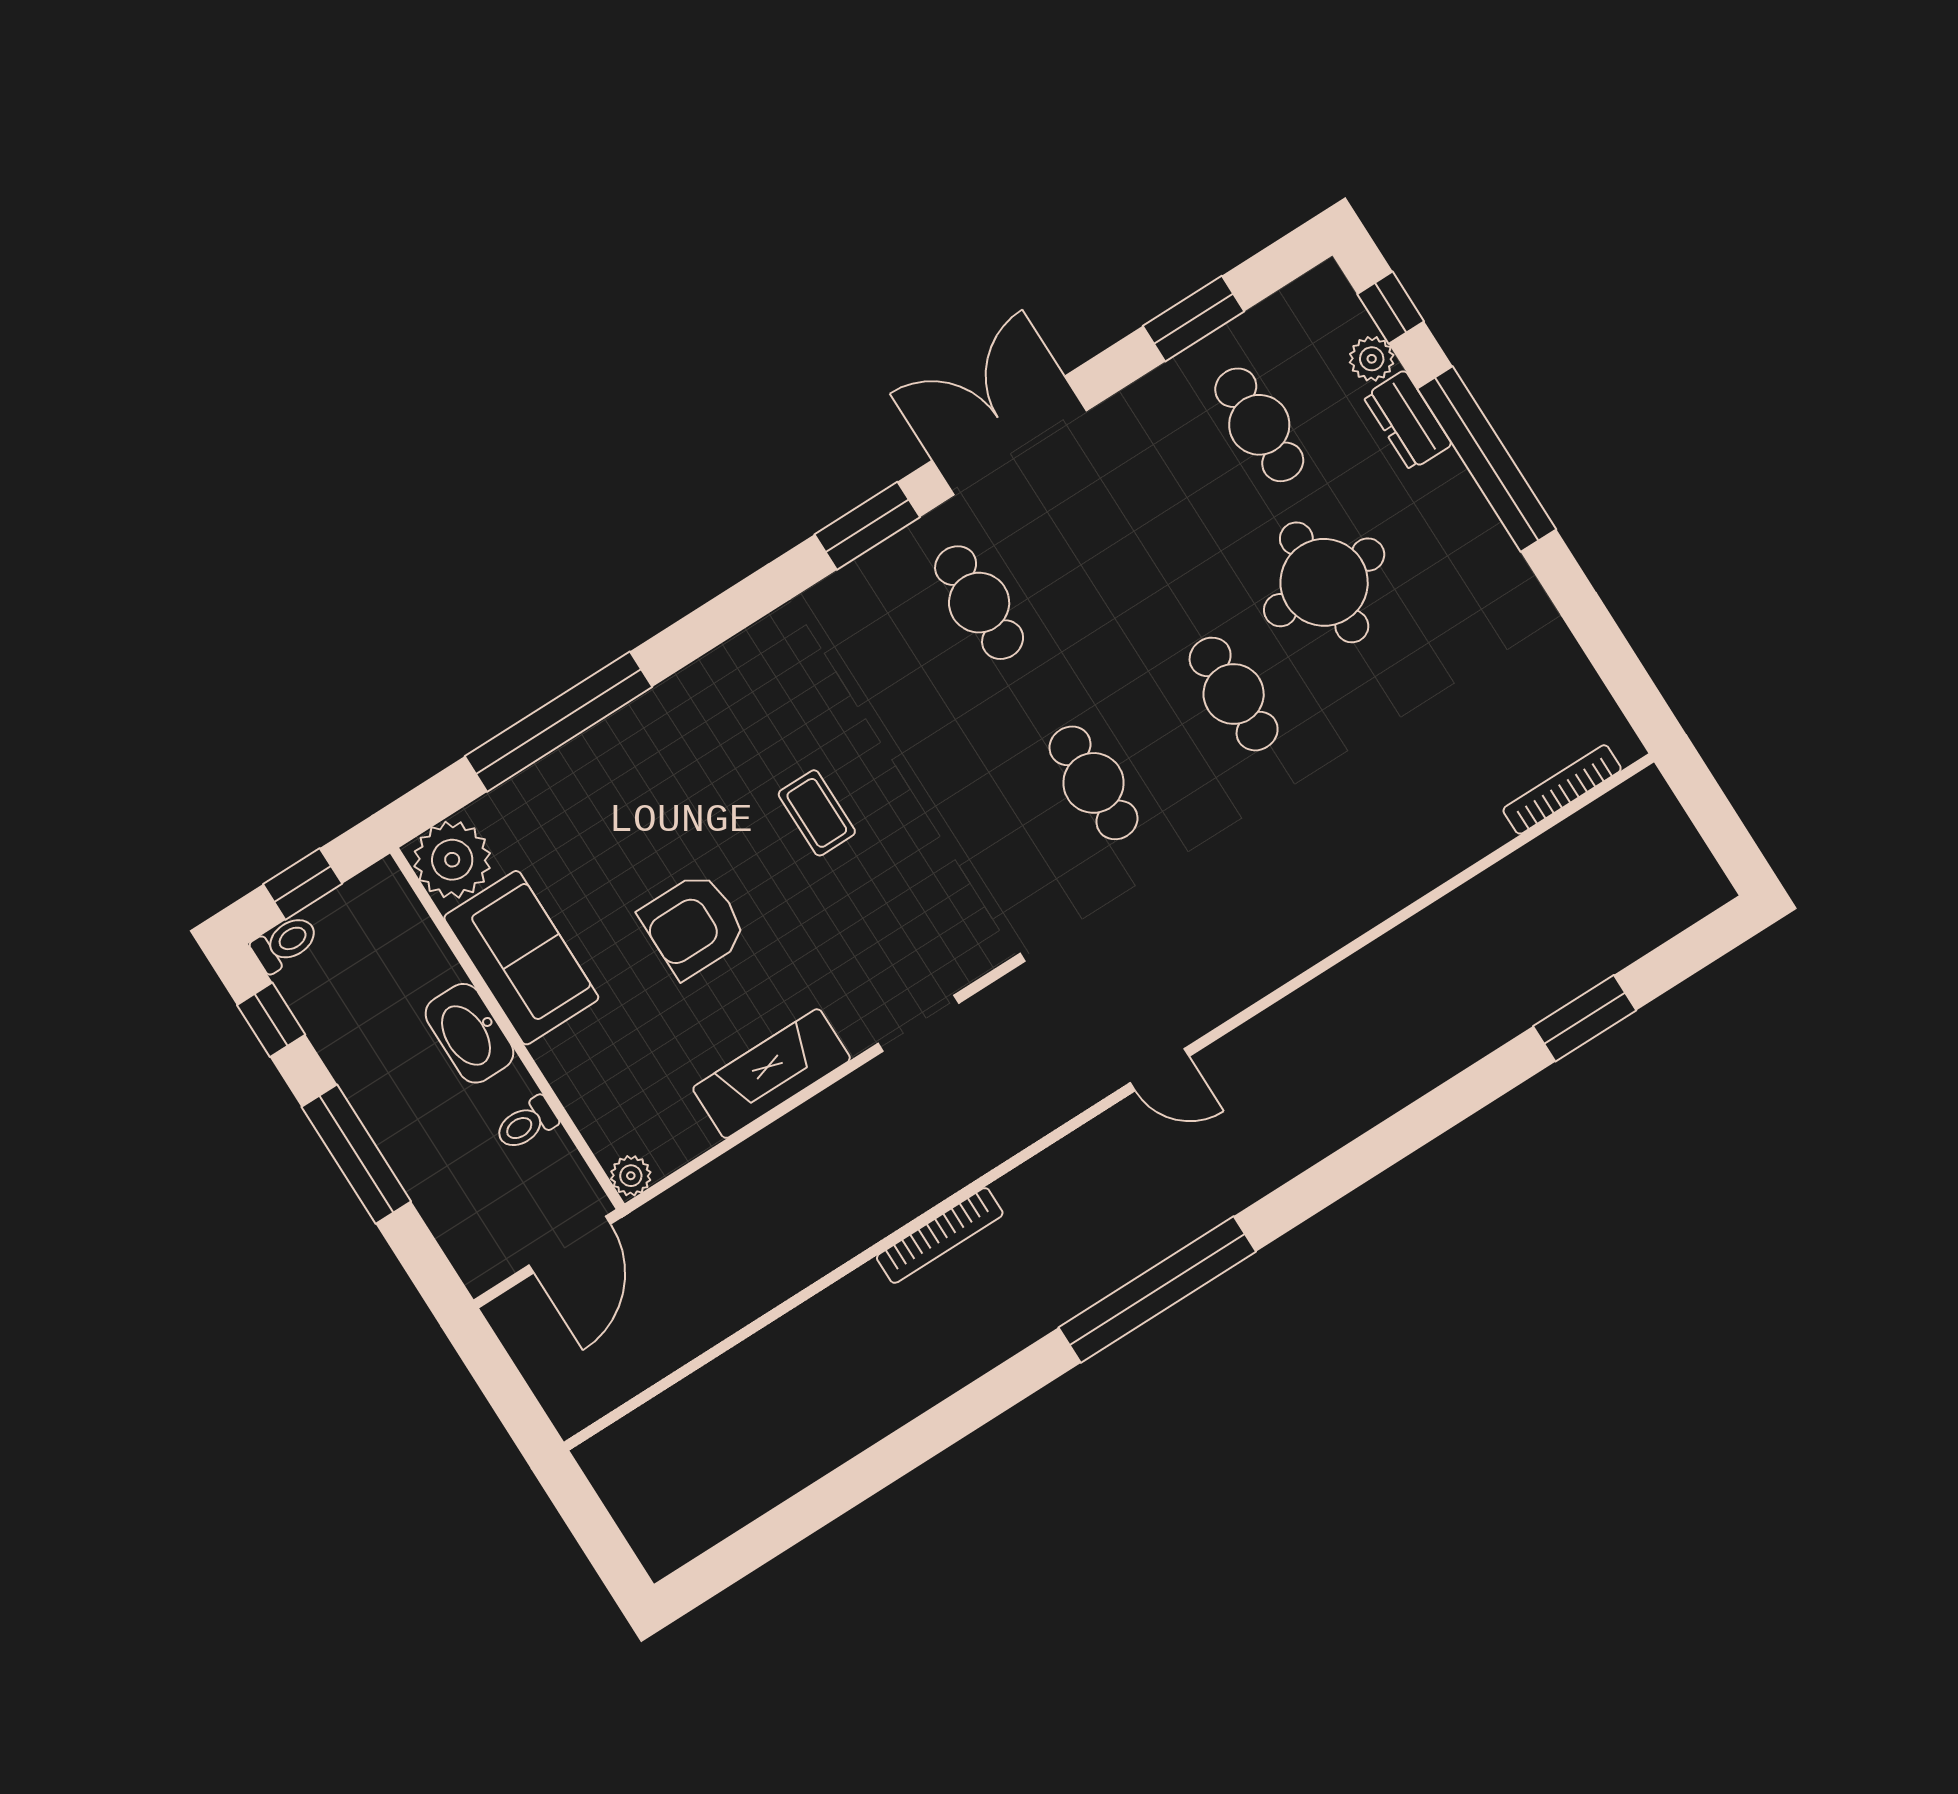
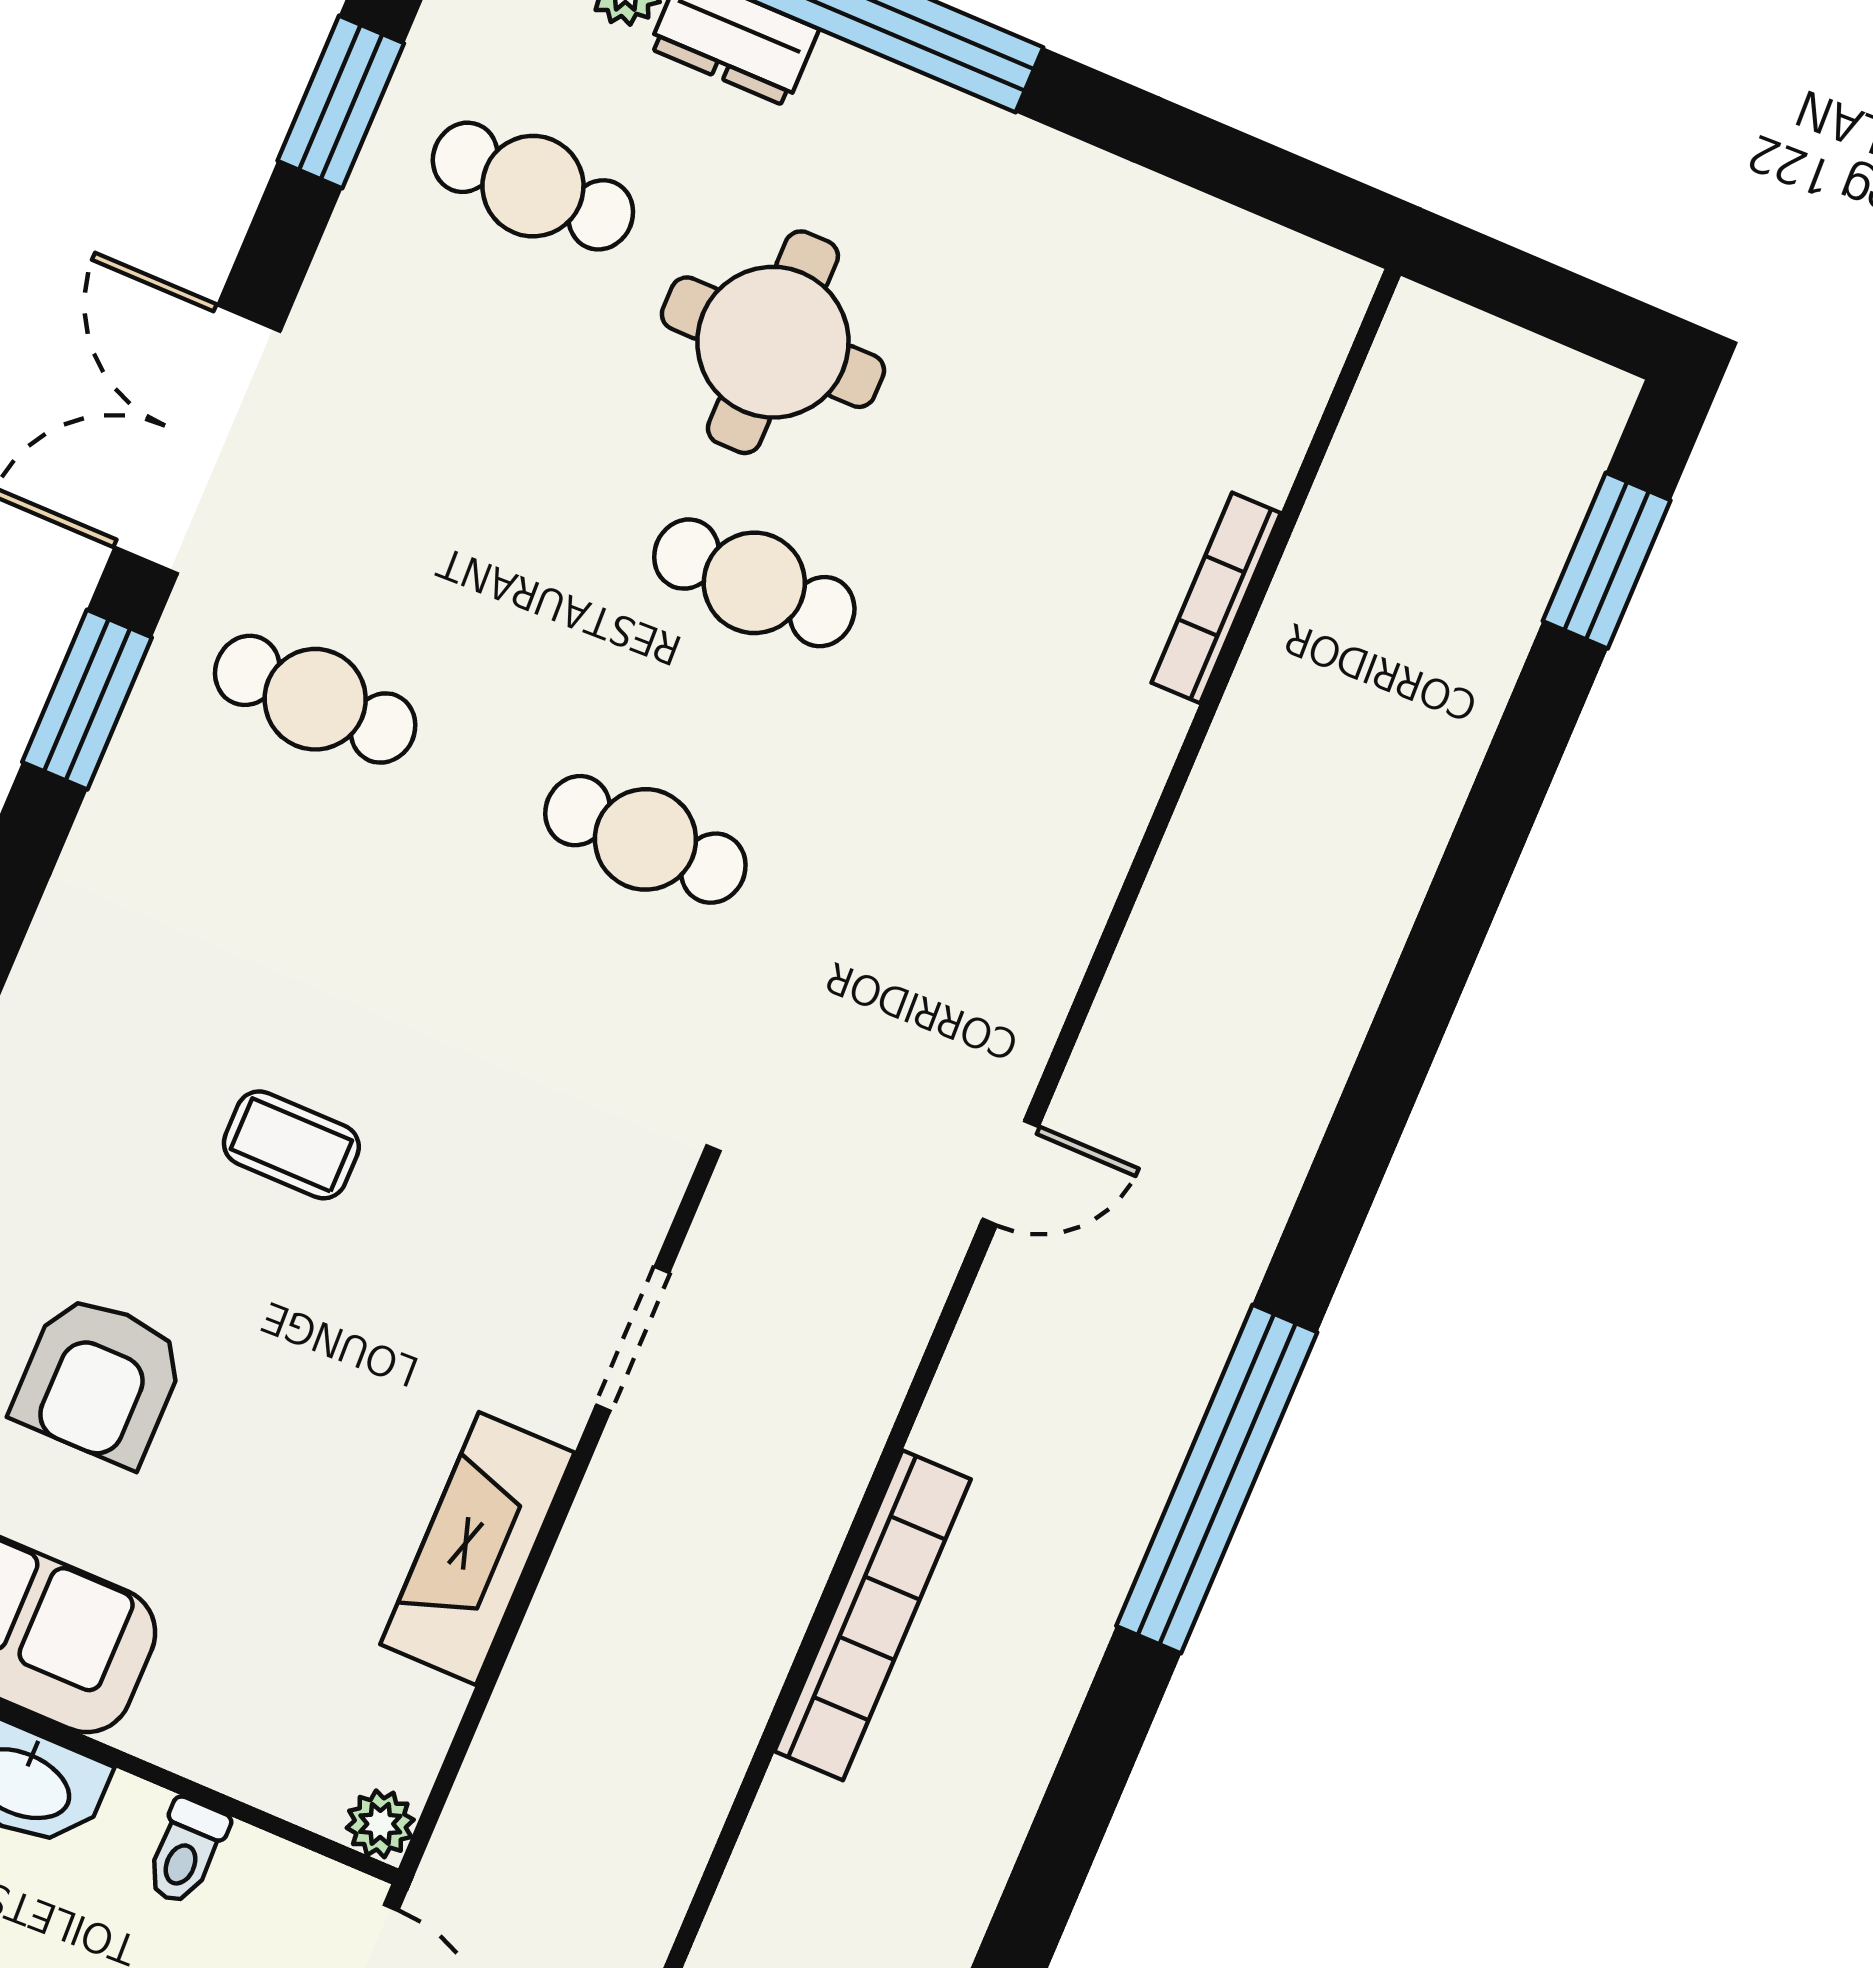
bookcase: (1562, 789) -> (1216, 598), moved
armchair: (693, 925) -> (99, 1380), moved
window: (1585, 1018) -> (1607, 561), moved
bookcase: (940, 1235) -> (873, 1615), width x1.48, depth x1.31

